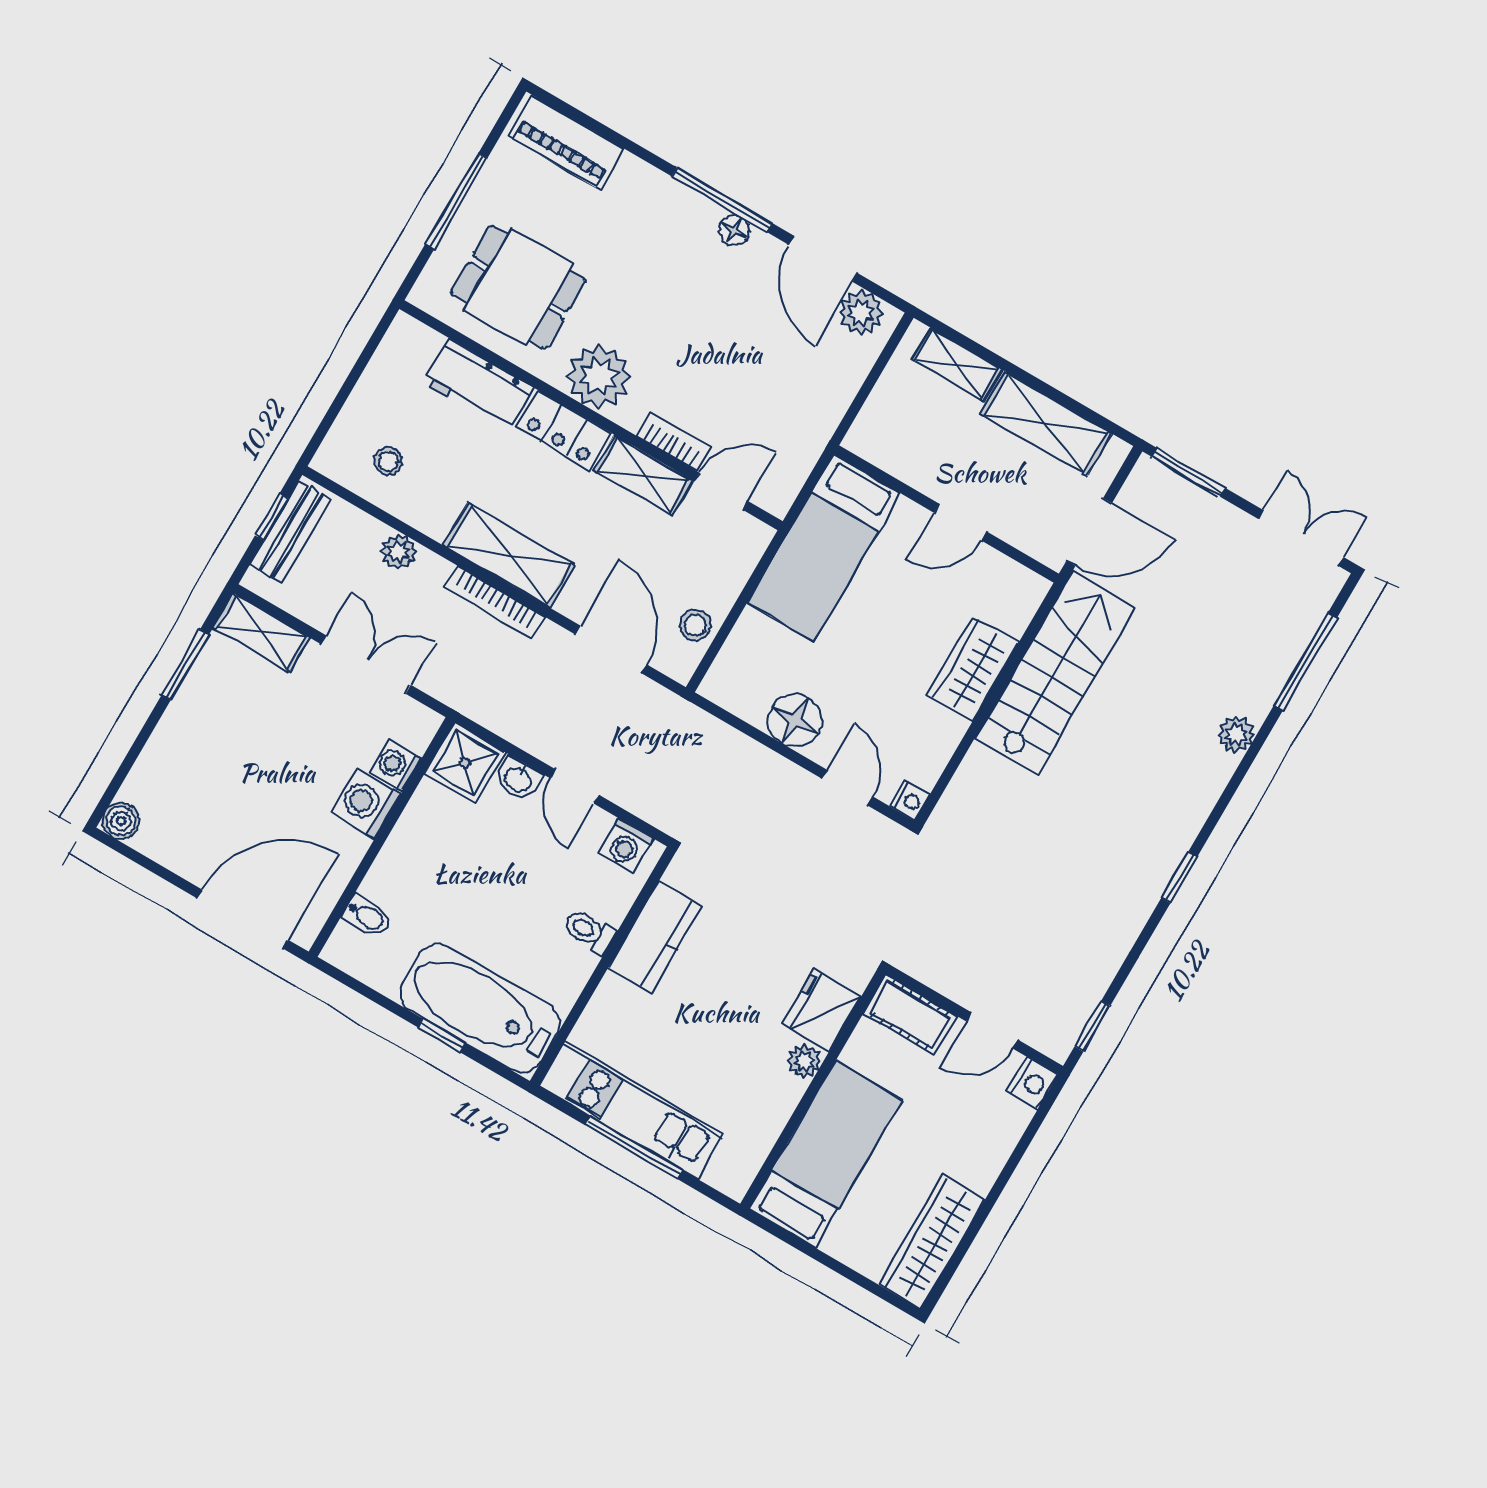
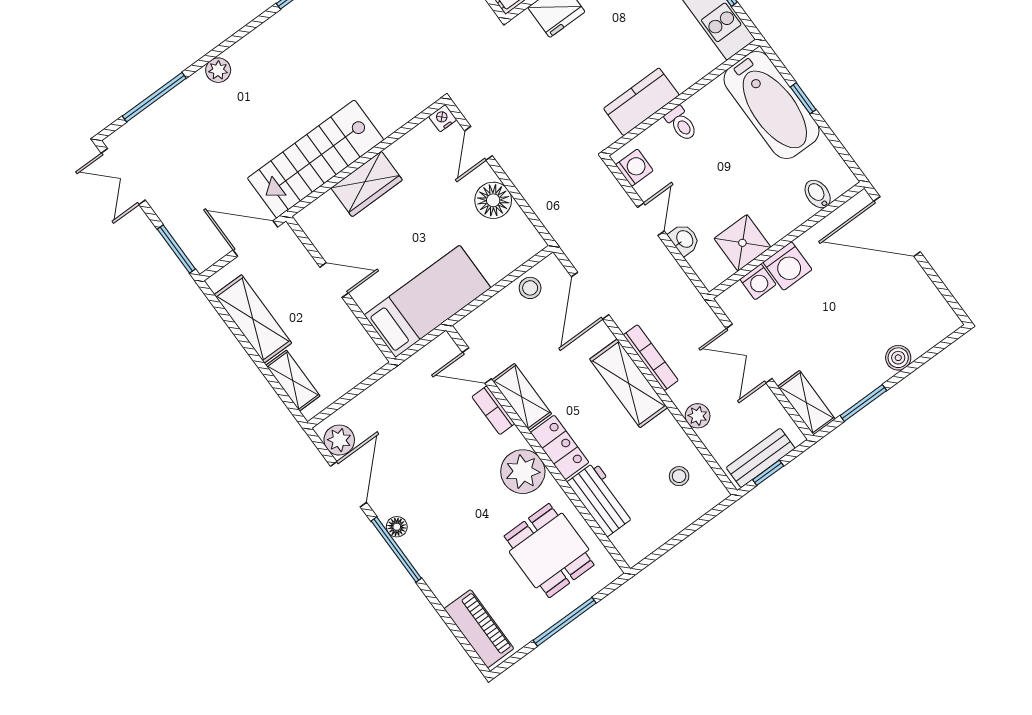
shower: (465, 763) -> (742, 243), moved
boiler: (121, 821) -> (898, 358), moved

